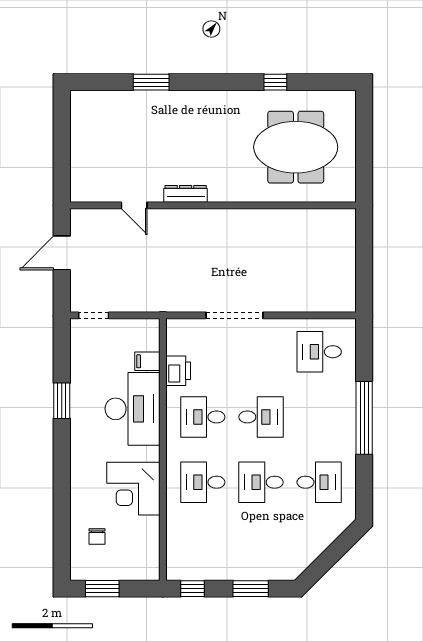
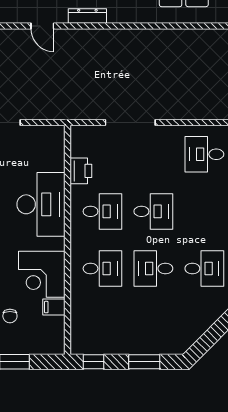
filing cabinet: (147, 361) -> (54, 307), moved
desk: (203, 417) -> (102, 211), turned 180
desk: (203, 482) -> (102, 268), turned 180

